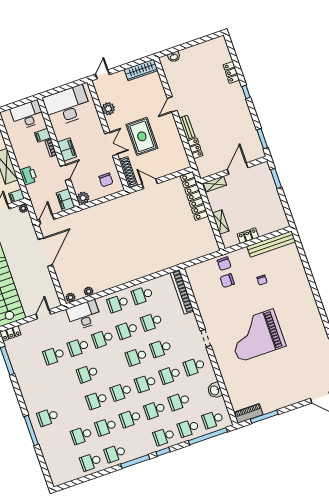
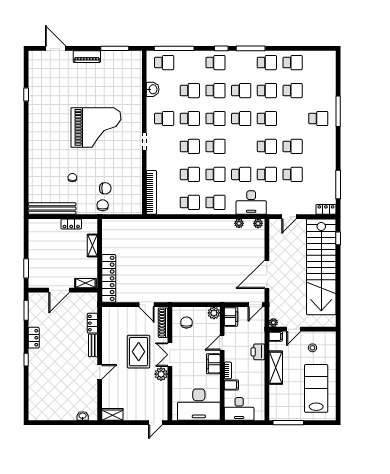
wardrobe: (141, 70) -> (112, 414), width x0.67
locker: (231, 72) -> (34, 338), moved
plant: (108, 109) -> (161, 374), moved
piano: (248, 413) -> (87, 57), moved
school desk: (188, 428) -> (293, 146), moved

